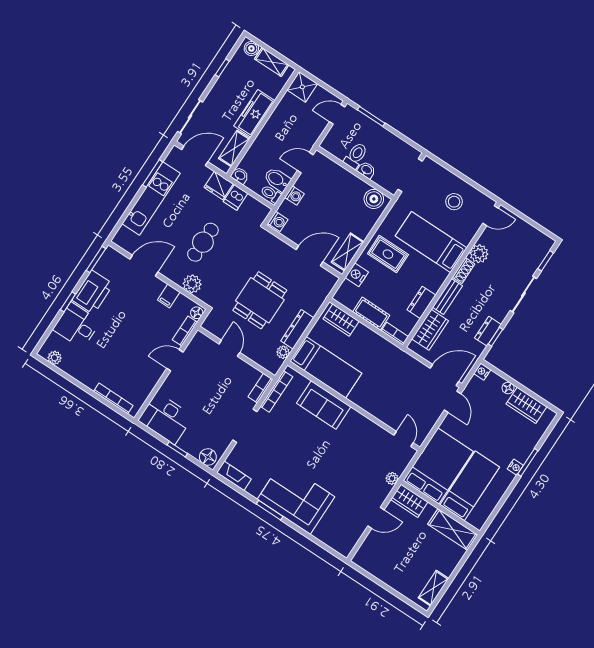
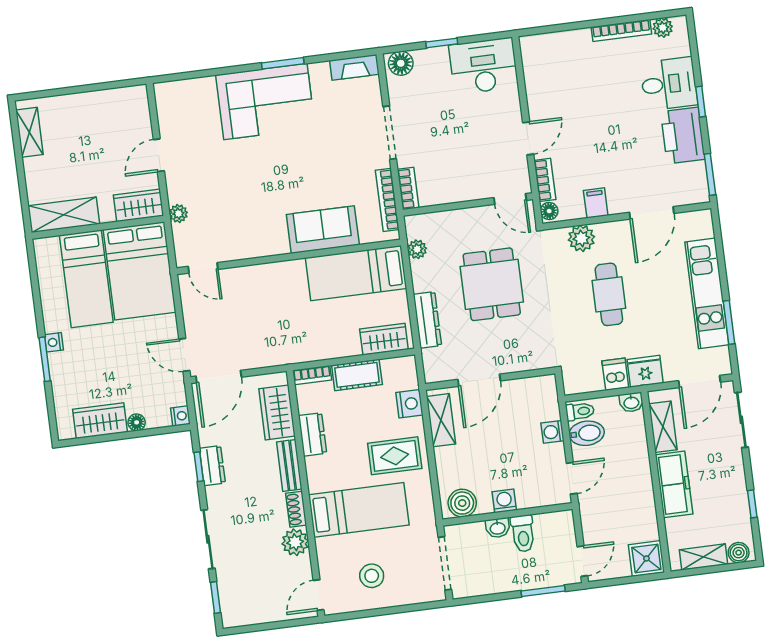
washing machine: (278, 221) -> (504, 501), moved, turned 90
dresser: (297, 329) -> (427, 320), moved
door: (229, 348) -> (510, 199), moved
bookcase: (113, 398) -> (621, 30), moved

